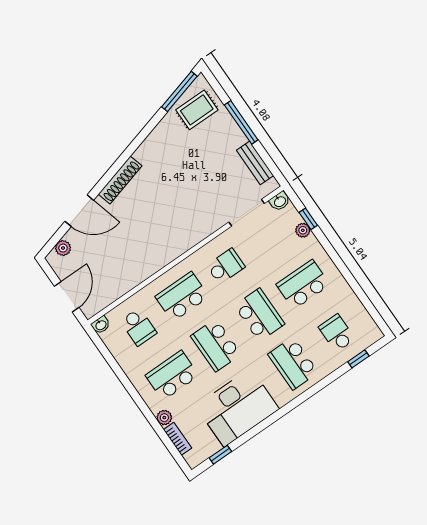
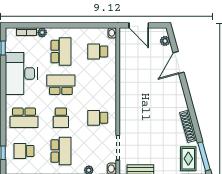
shoe rack: (120, 180) -> (188, 126), moved
school desk: (226, 266) -> (98, 118), turned 90
school desk: (182, 297) -> (98, 85), removed
school desk: (259, 315) -> (61, 118), width x0.54
school desk: (337, 333) -> (24, 151), turned 180
school desk: (293, 363) -> (24, 118), turned 180

